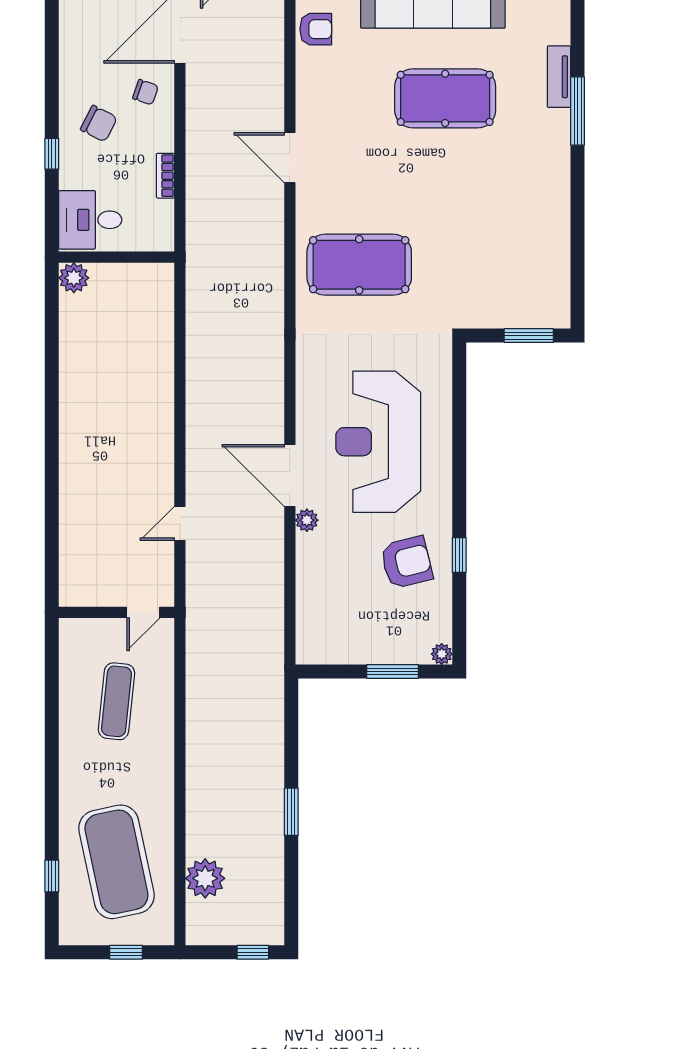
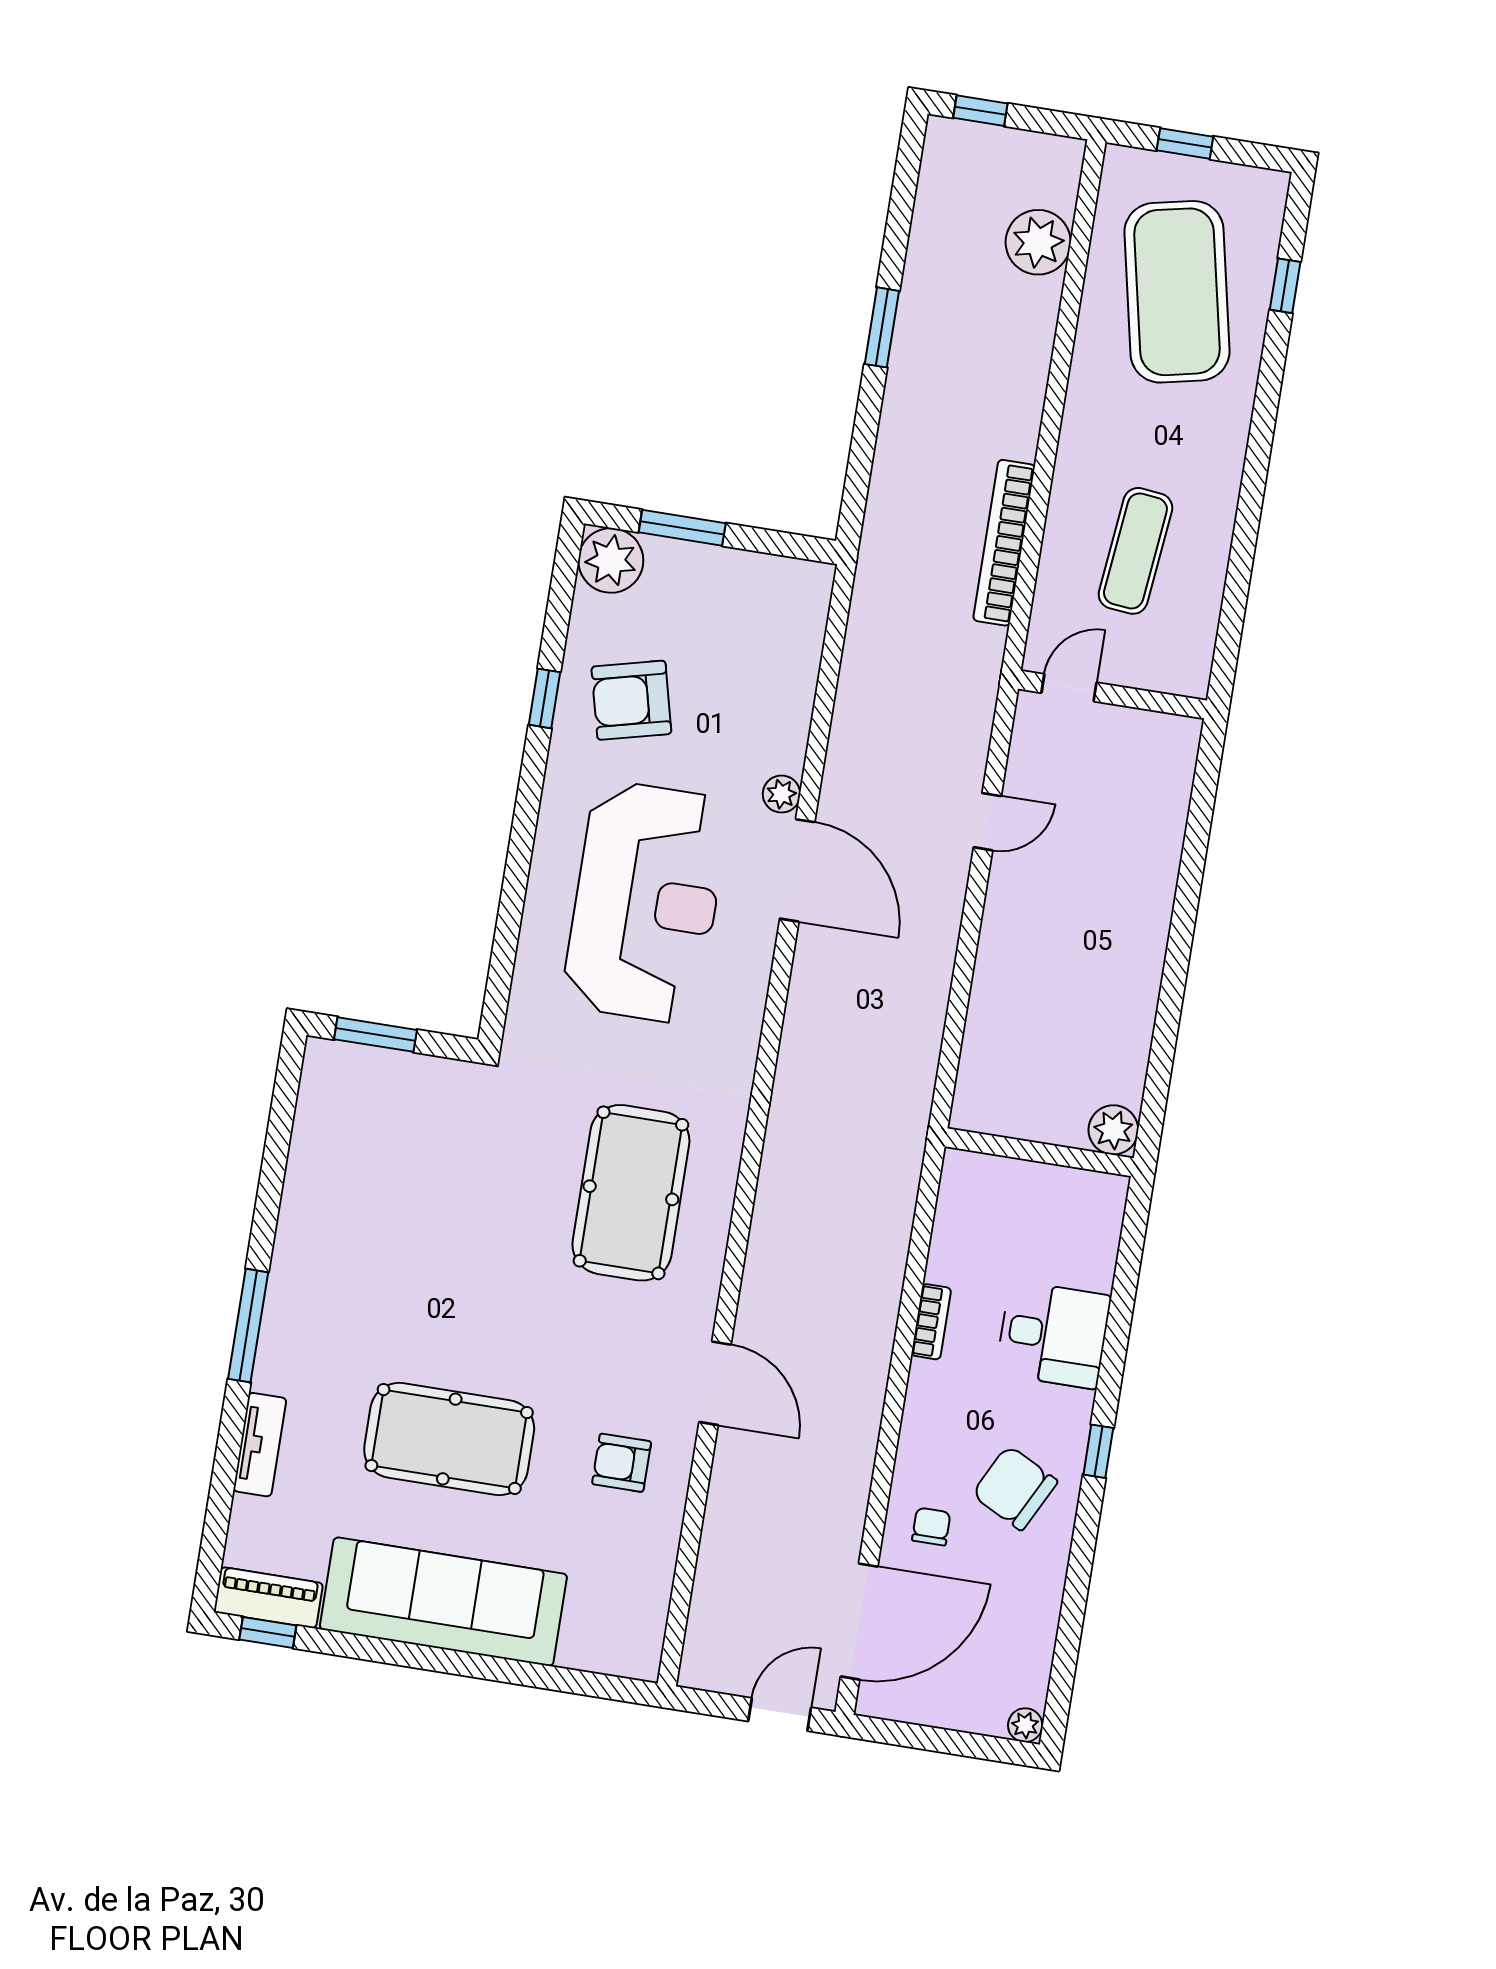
armchair: (316, 29) -> (622, 1463), moved
chair: (145, 92) -> (931, 1527), turned 71
window: (578, 111) -> (248, 1326), moved
chair: (99, 124) -> (1015, 1488), width x1.37, depth x1.37
bookcase: (165, 176) -> (931, 1322), moved
wall: (116, 257) -> (1039, 1152), moved
pool table: (359, 265) -> (631, 1193), turned 90
plant: (74, 278) -> (1113, 1130), moved
plant: (442, 654) -> (611, 560), width x1.88, depth x1.88
bookcase: (197, 694) -> (1004, 543), added

